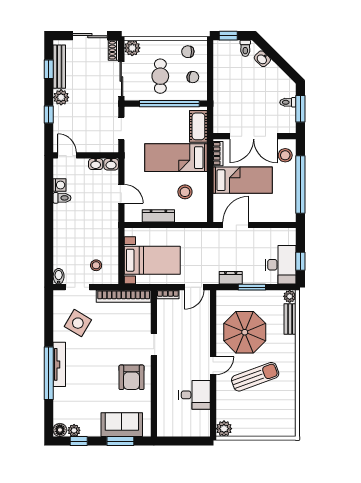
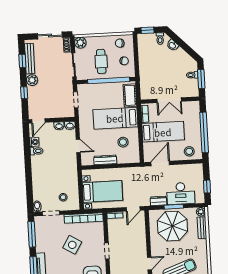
double door: (254, 136) -> (169, 100), width x0.73
door: (67, 155) -> (38, 121), swing flipped
stool: (285, 155) -> (189, 151), moved
desk: (281, 265) -> (181, 193), moved, turned 90
window: (49, 315) -> (32, 234), added
side table: (78, 323) -> (72, 245), moved
parasol: (245, 332) -> (172, 226), moved

